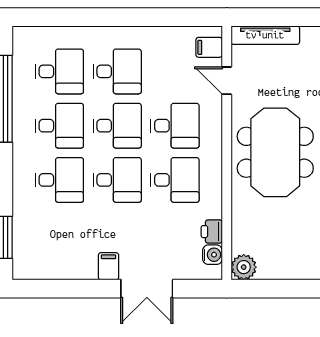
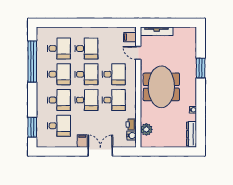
desk: (59, 234) -> (59, 126), added
plant: (244, 267) -> (146, 129), moved
double door: (147, 289) -> (100, 152), swing flipped

